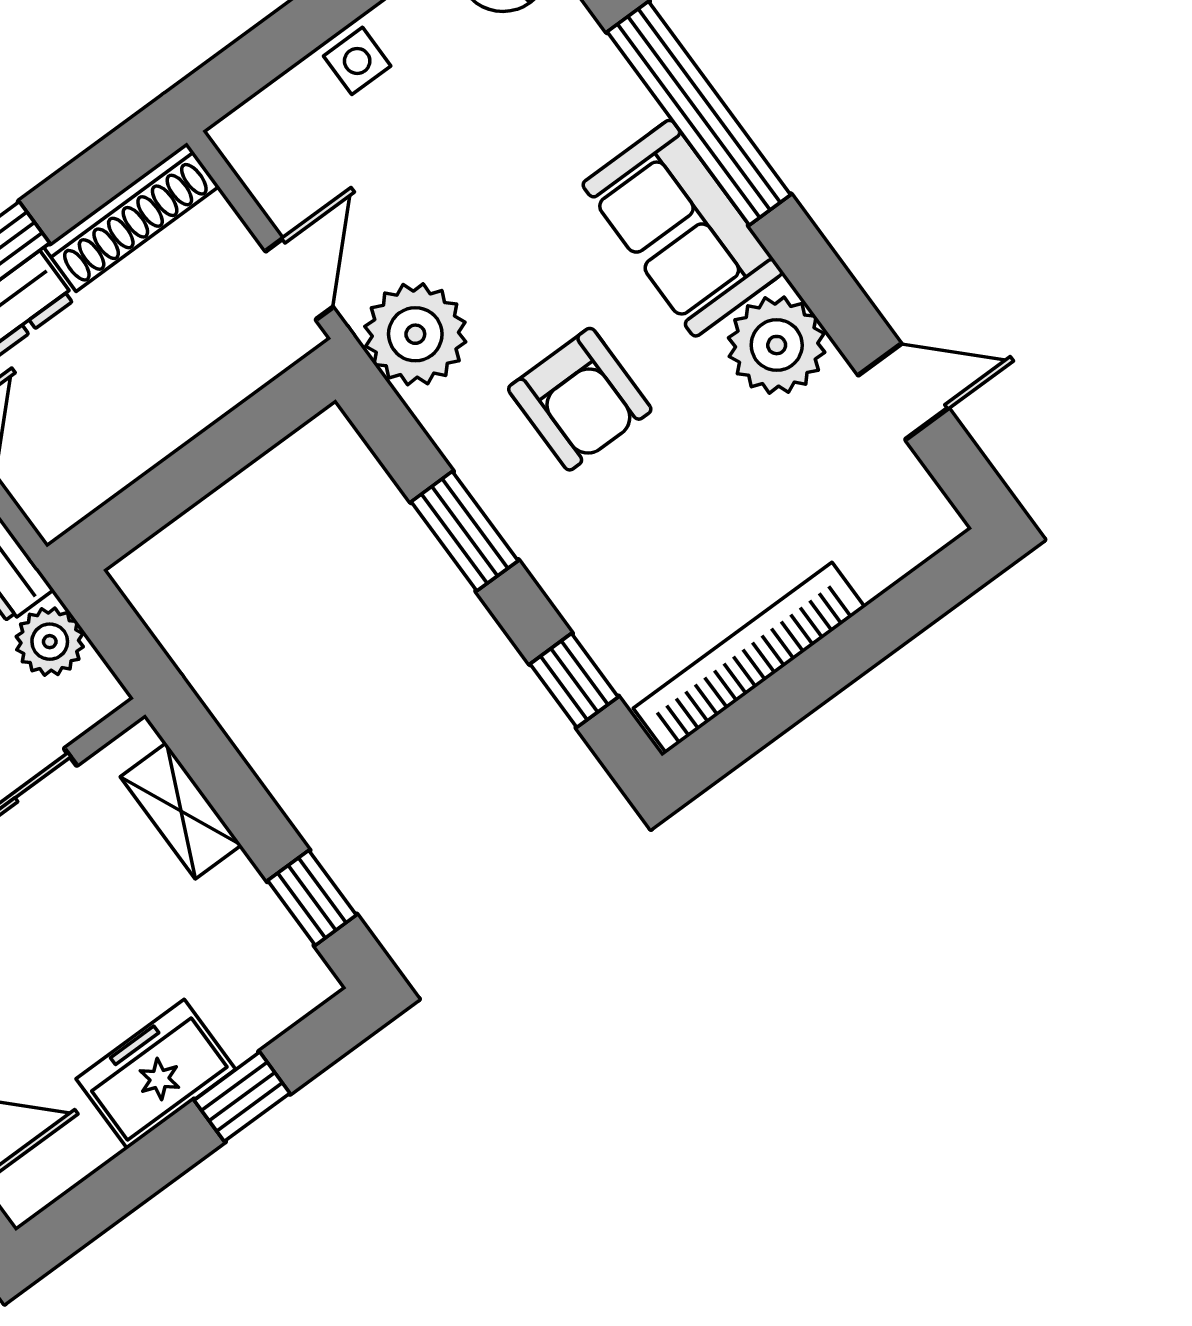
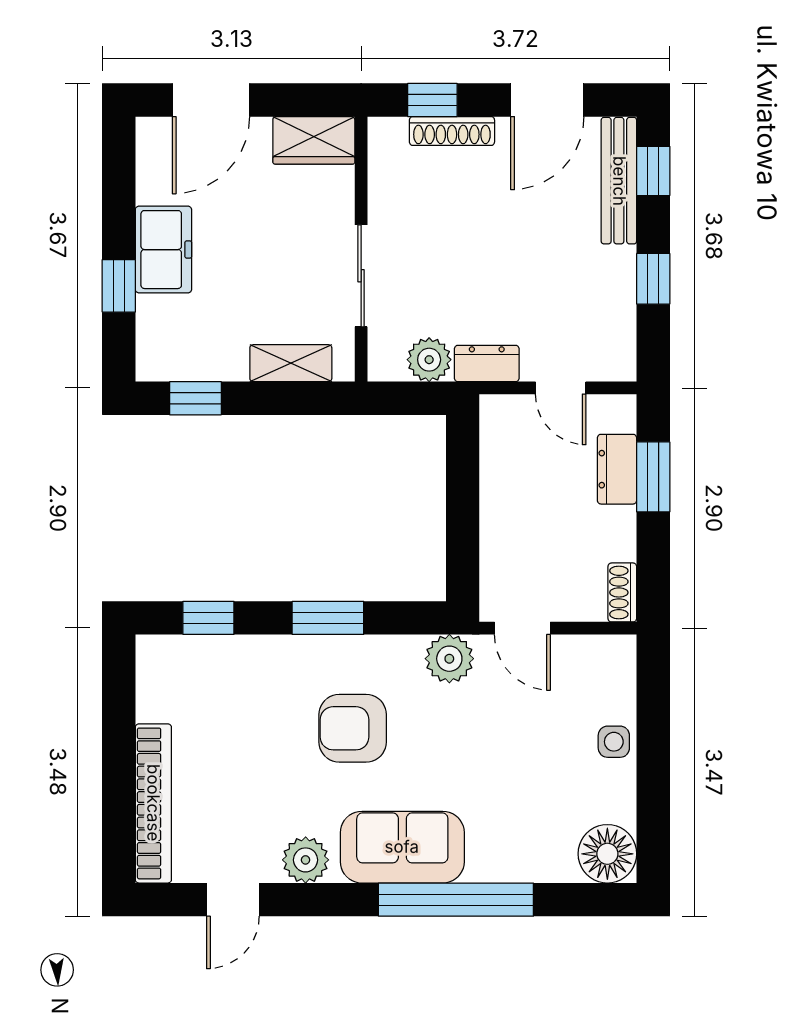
shoe rack: (132, 217) -> (622, 592), width x0.51, depth x0.81
plant: (415, 334) -> (449, 659), width x0.73, depth x0.73
plant: (777, 345) -> (306, 860), width x0.73, depth x0.73
bookcase: (749, 658) -> (153, 803), moved

